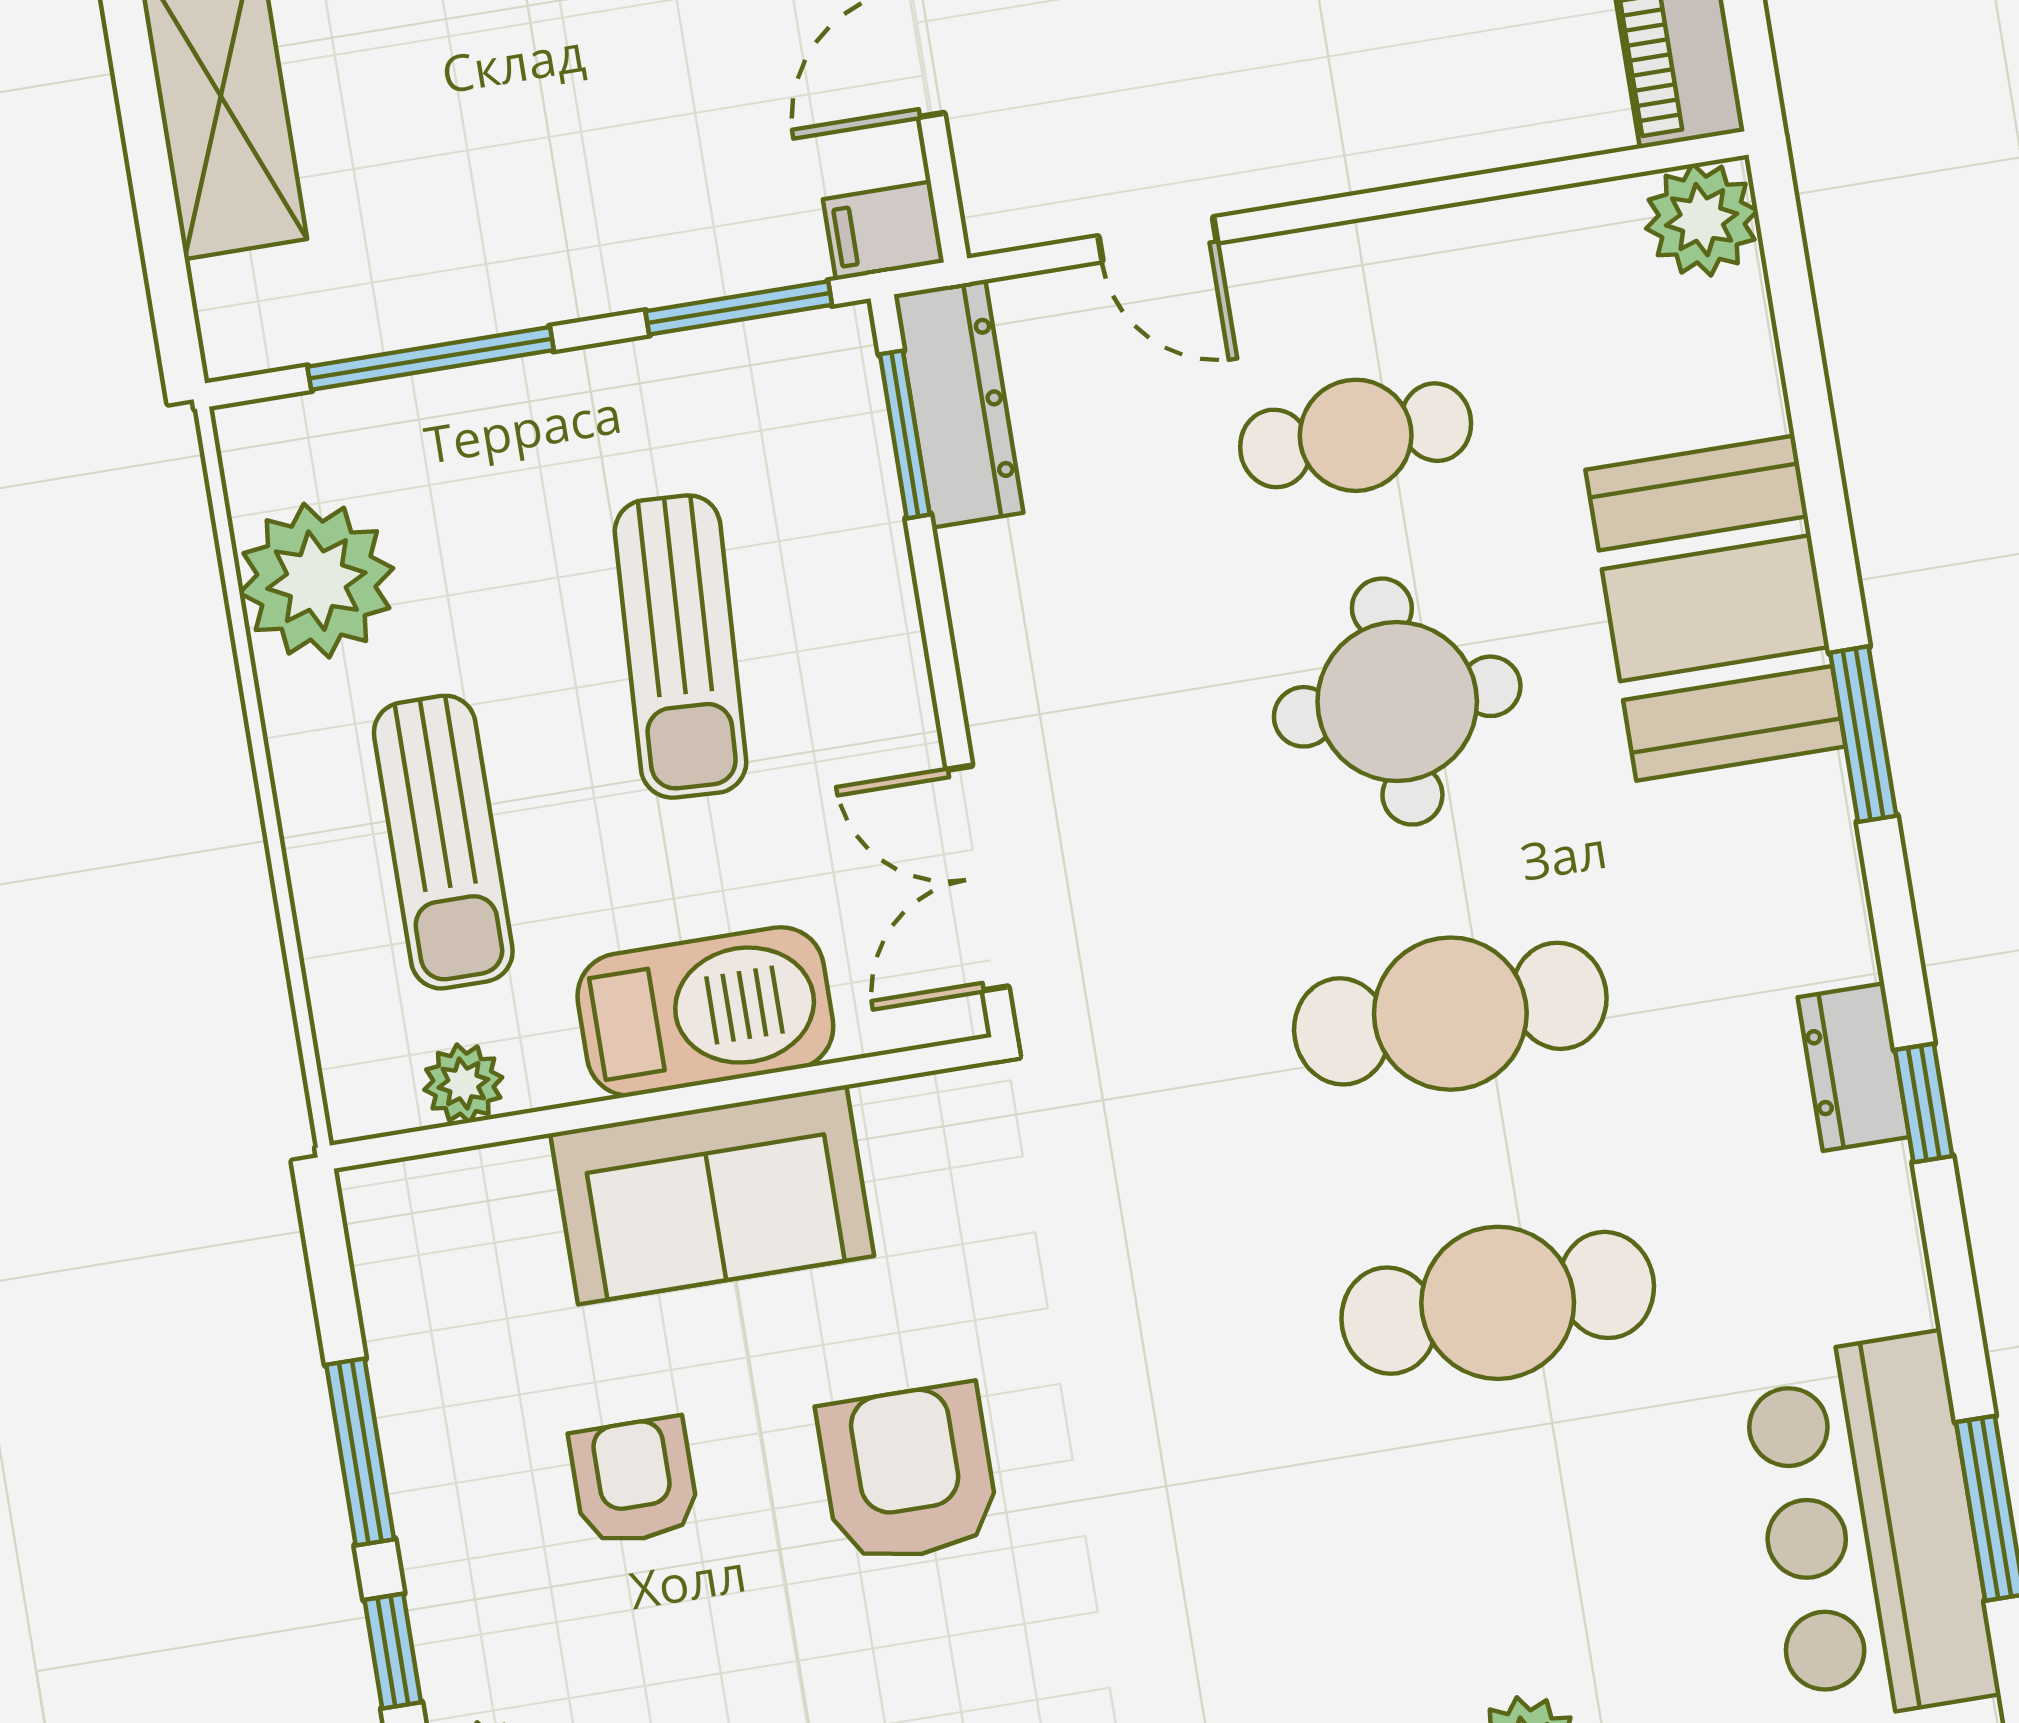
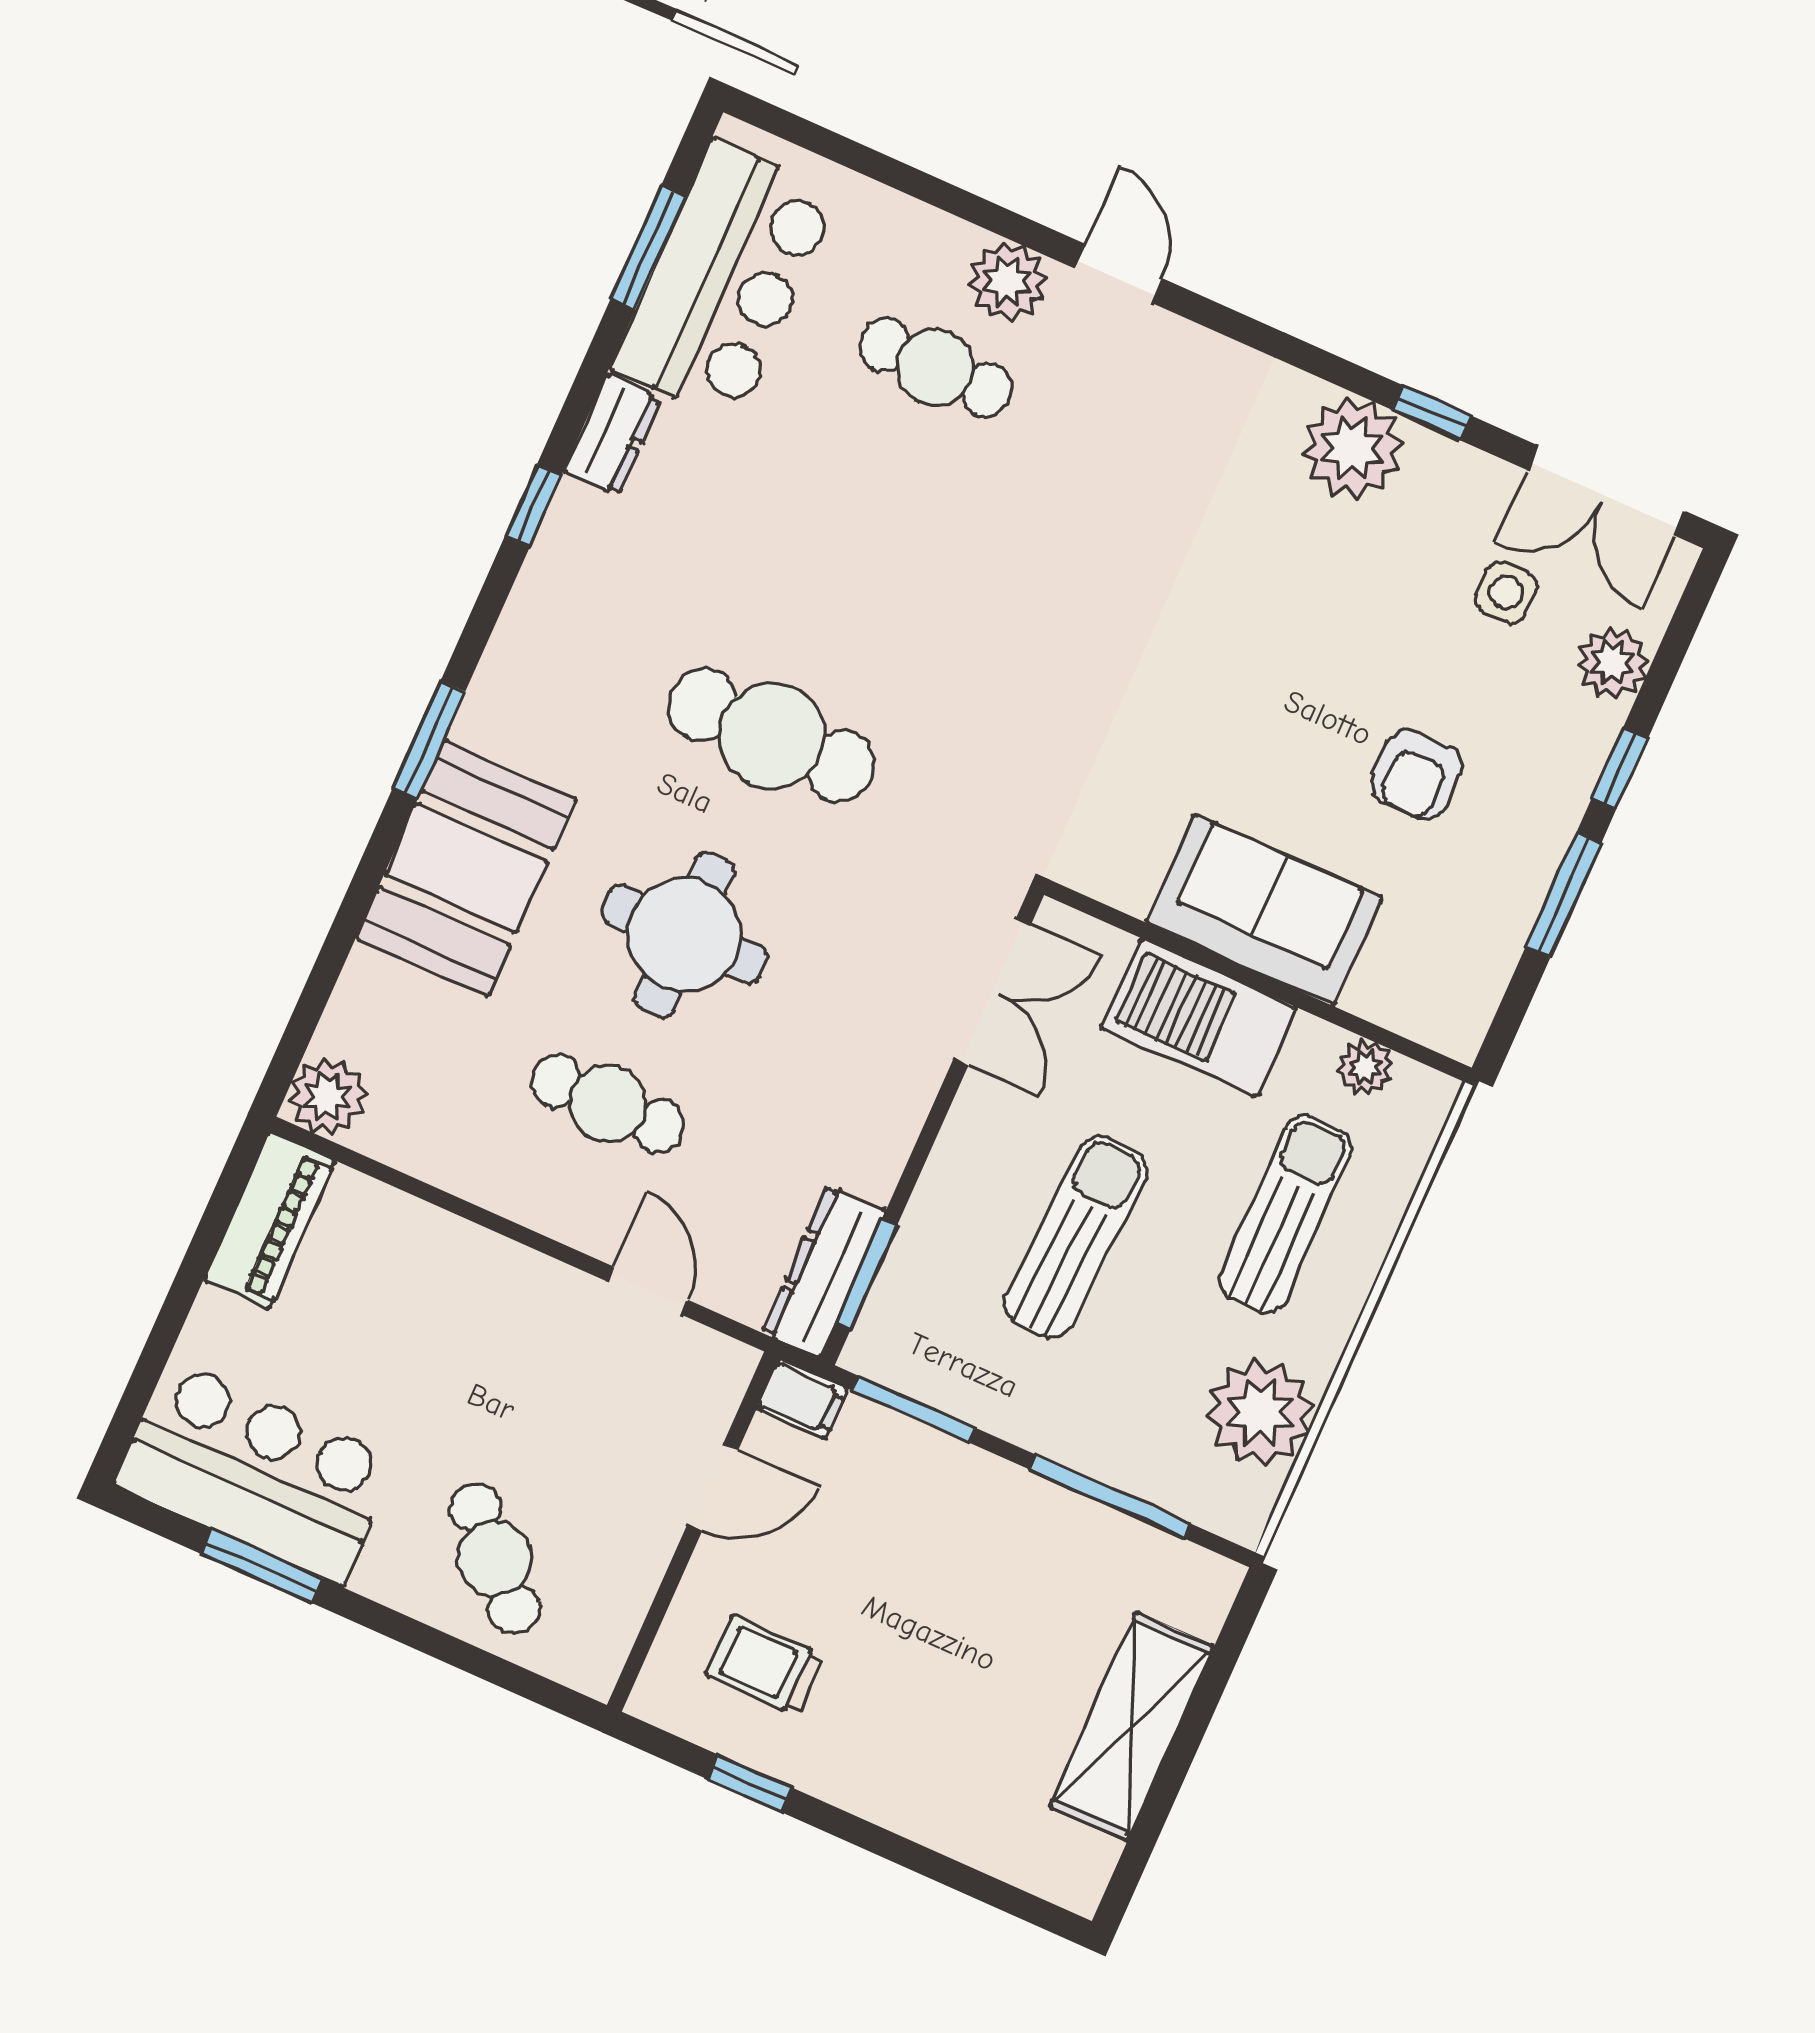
dresser: (1853, 1067) -> (613, 435), moved
cafe table: (1498, 1303) -> (935, 367), moved, width x0.73, depth x0.74
armchair: (908, 1474) -> (1257, 676), removed

